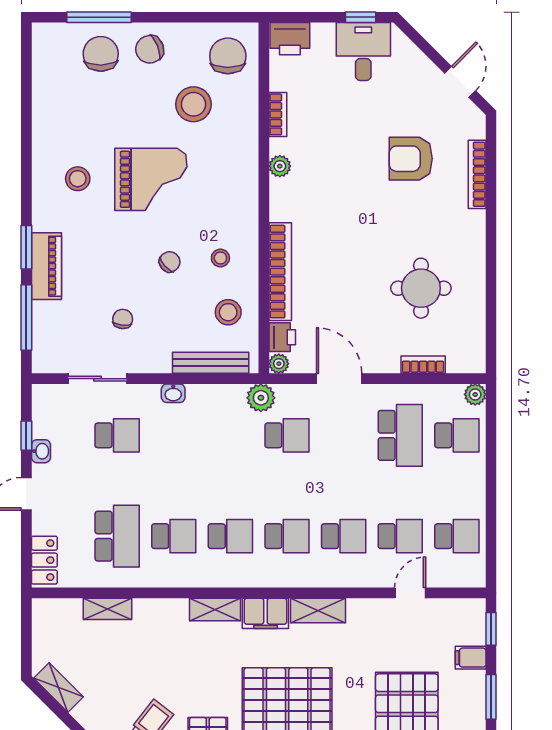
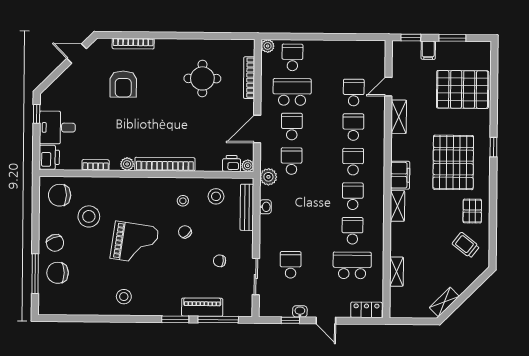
desk: (363, 51) -> (57, 128), moved
stool: (78, 179) -> (124, 297), moved
grand piano: (151, 179) -> (134, 243), turned 98
piano: (46, 266) -> (202, 307), moved
bookcase: (280, 272) -> (165, 164), moved
bookcase: (423, 365) -> (249, 78), width x1.56
washbasin: (173, 393) -> (265, 207), moved
school desk: (457, 536) -> (292, 127), moved
door: (410, 593) -> (388, 87), hinge flipped
shelving: (318, 610) -> (399, 117), moved

